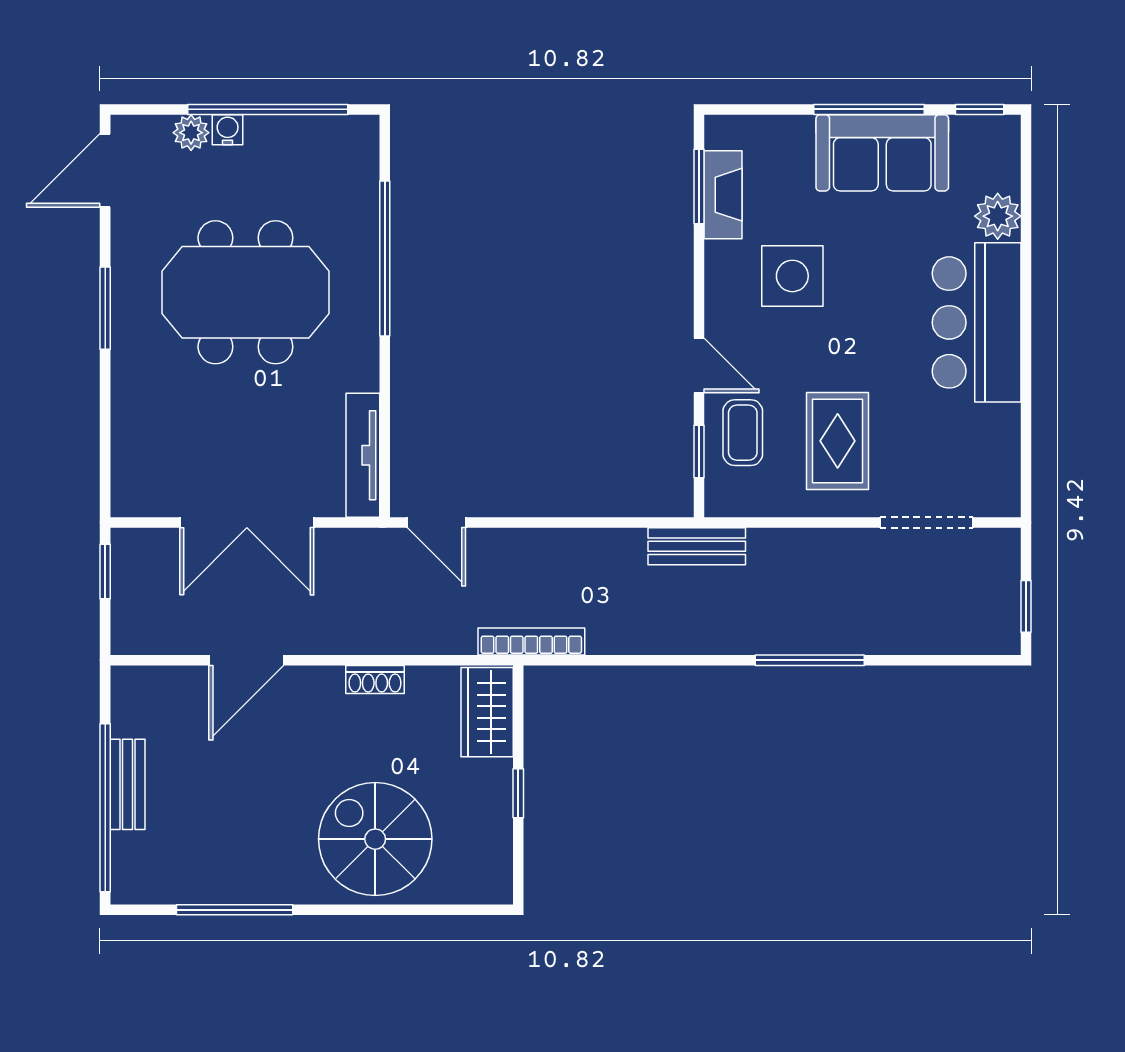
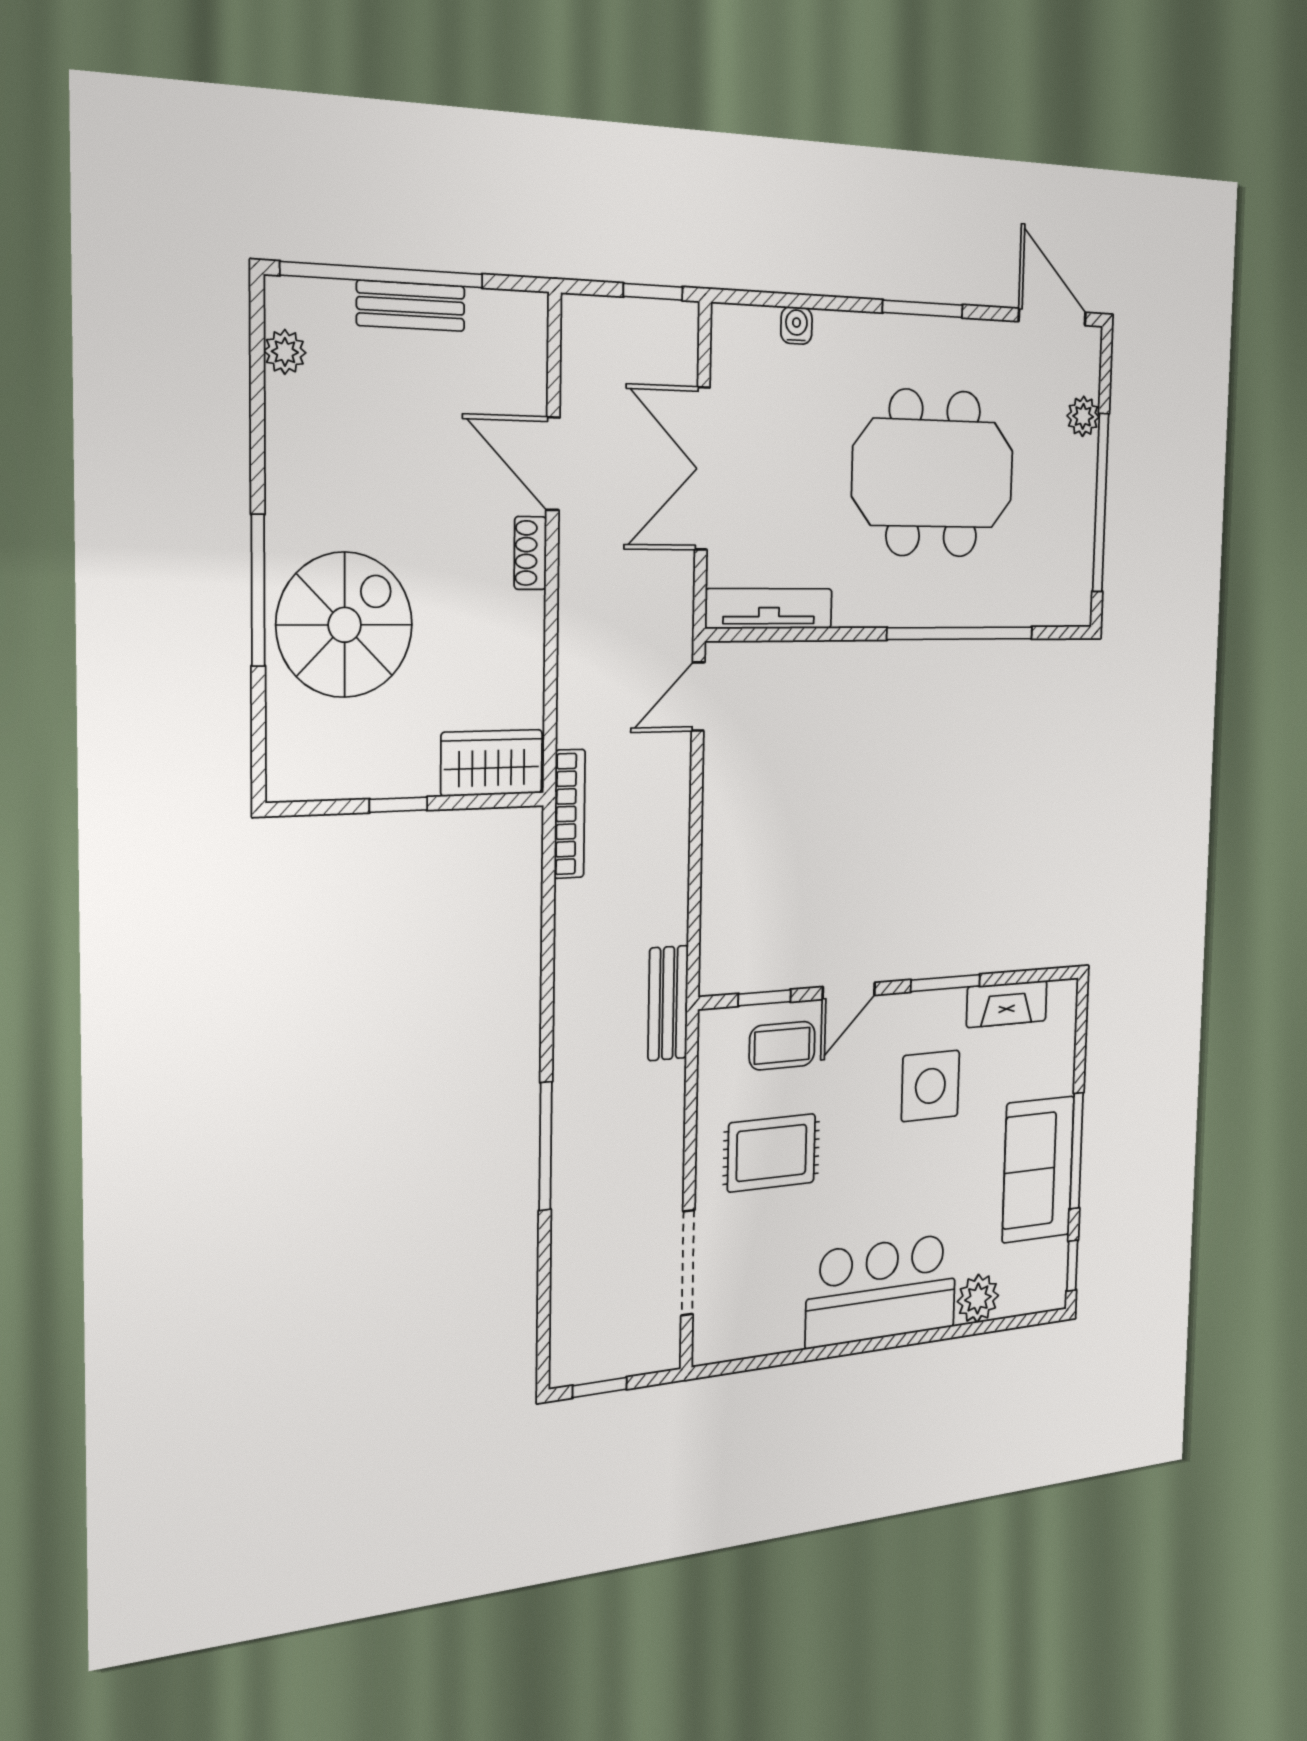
water cooler: (228, 130) -> (796, 325), moved, turned -90
window: (699, 186) -> (945, 983), moved
meeting table: (245, 292) -> (933, 473), turned 90
shoe rack: (375, 680) -> (530, 553), moved
plant: (167, 888) -> (285, 352), added
window: (235, 910) -> (258, 590), moved

